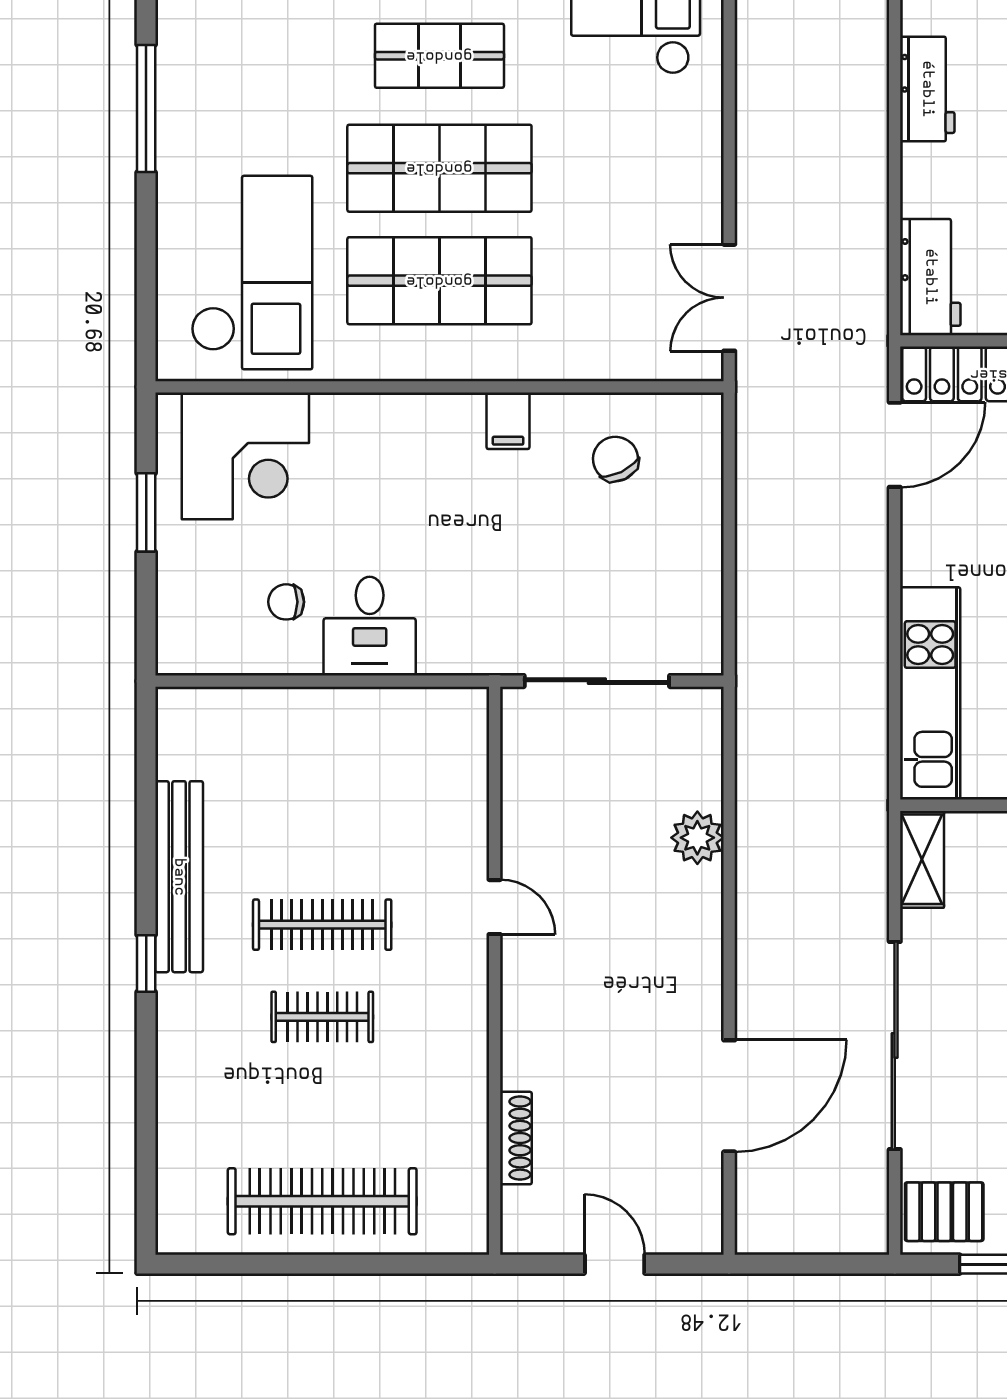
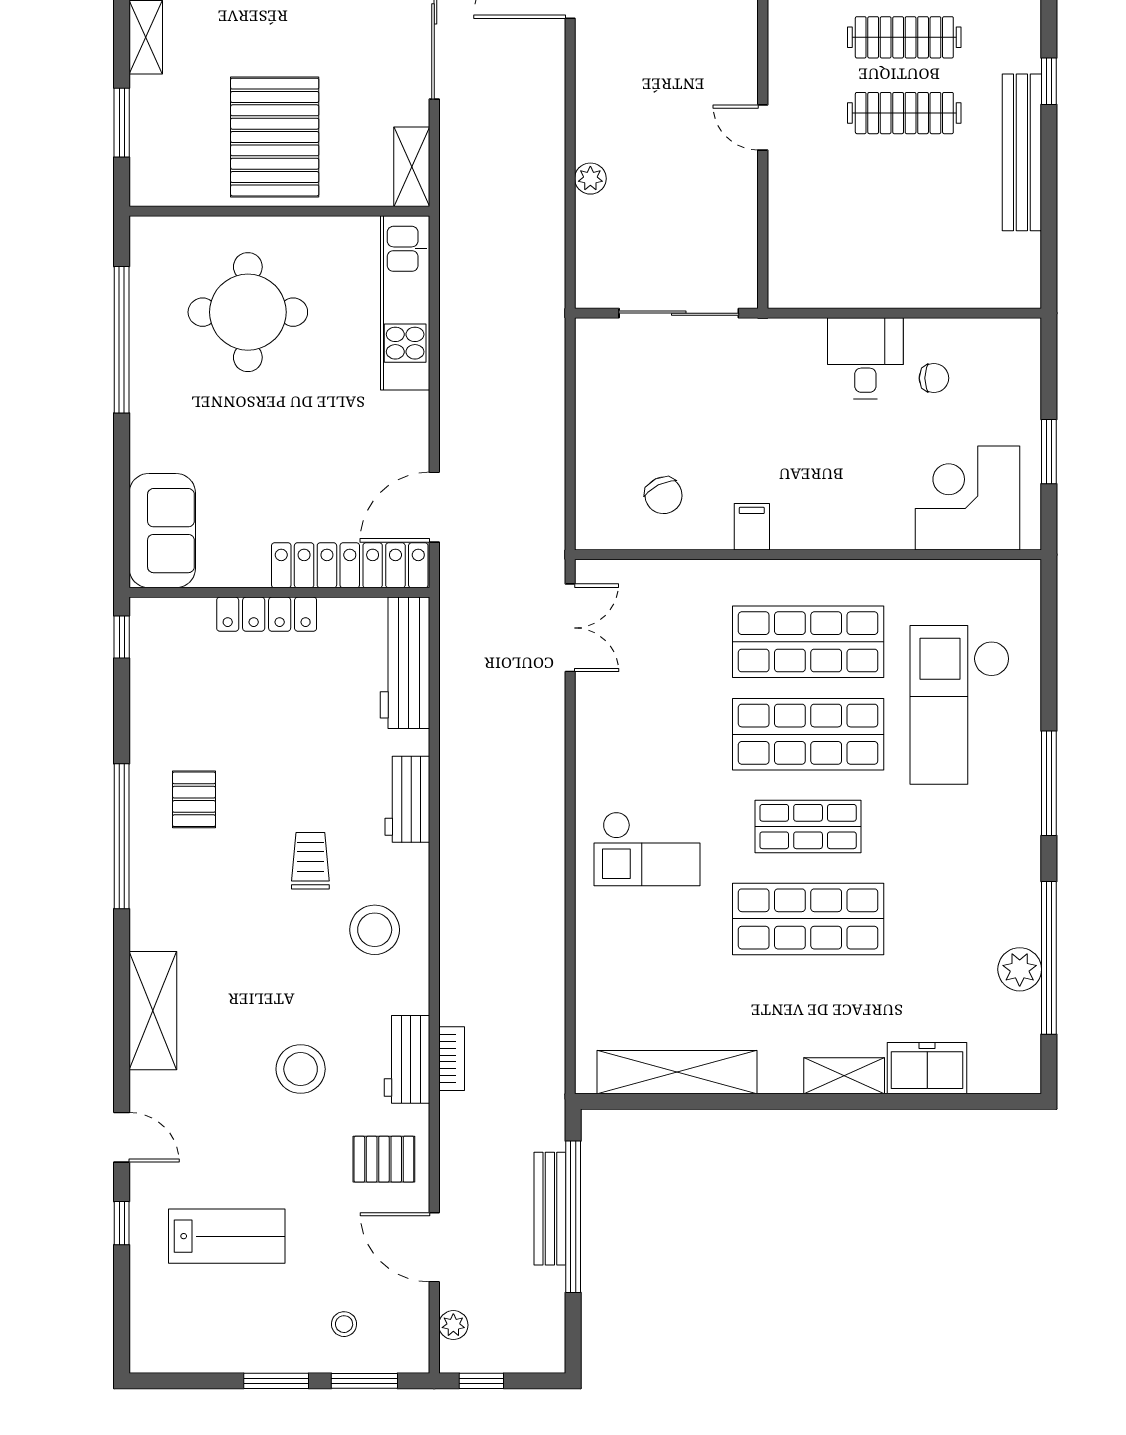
checkout: (252, 273) -> (960, 705), moved
workbench: (930, 277) -> (405, 663), width x1.38
plant: (697, 838) -> (590, 179), width x0.73, depth x0.73
clothes rail: (322, 1017) -> (904, 37), width x1.36

